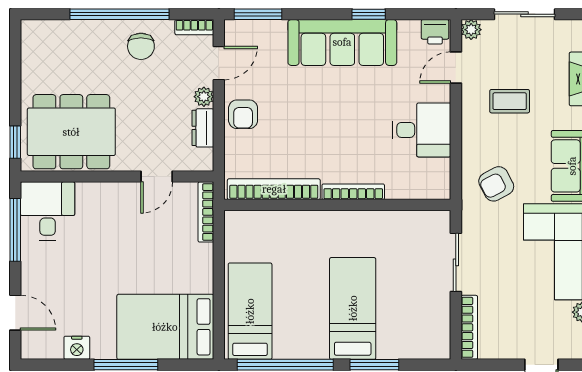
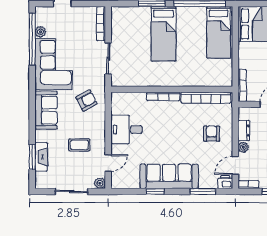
window: (258, 14) -> (203, 192), moved
printer: (435, 32) -> (225, 182), moved
armchair: (243, 114) -> (212, 134), moved

